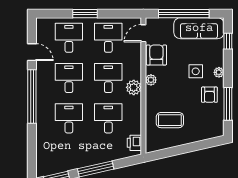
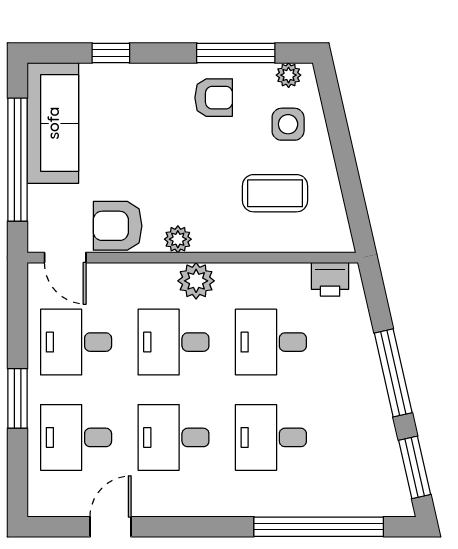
window: (228, 41) -> (111, 53), moved
side table: (196, 71) -> (288, 124), moved
plant: (219, 72) -> (289, 75), moved
window: (32, 97) -> (319, 527), moved
coffee table: (170, 120) -> (275, 193), turned 90

